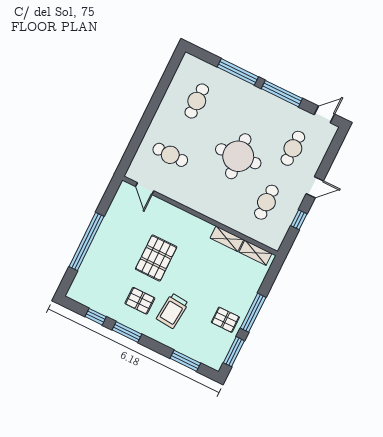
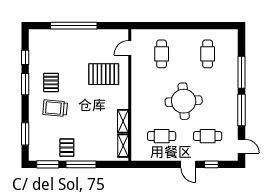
cafe table: (197, 101) -> (208, 54), turned 90
window: (299, 220) -> (211, 164), moved
pallet: (156, 258) -> (104, 74), moved

